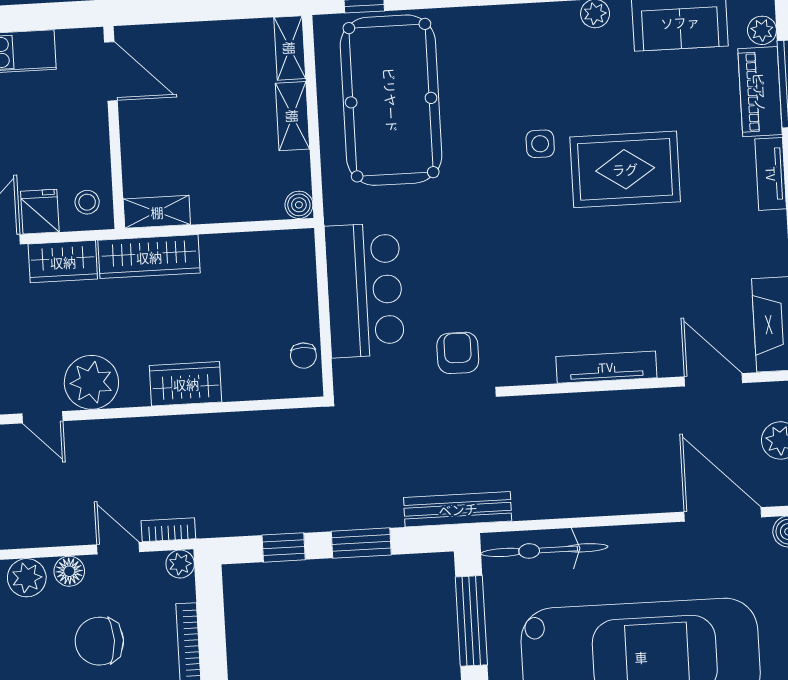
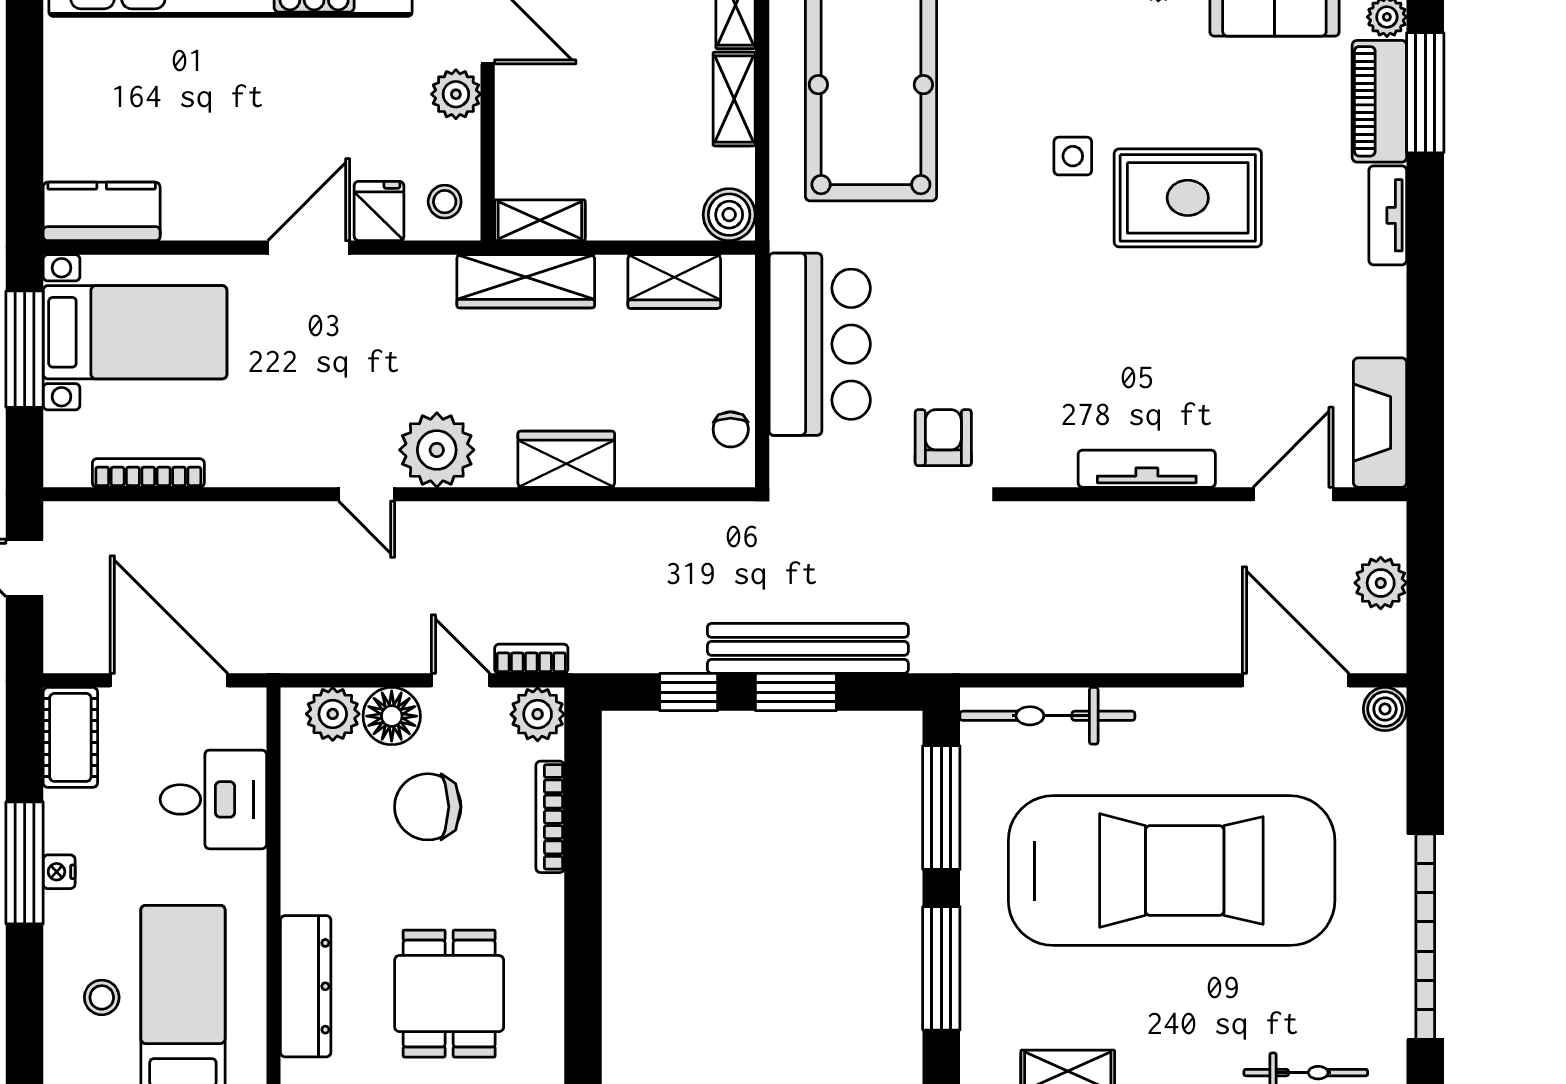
plant: (91, 124) -> (456, 94), added
boiler: (299, 205) -> (729, 215), width x1.36, depth x1.36
wardrobe: (63, 262) -> (674, 281), moved
door: (713, 380) -> (1293, 494), hinge flipped
bench: (458, 509) -> (808, 648), moved, width x1.37, depth x1.21
plant: (180, 564) -> (538, 714), width x1.38, depth x1.38
floor lamp: (69, 571) -> (392, 716), width x1.38, depth x1.38

